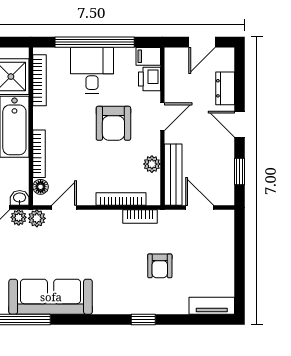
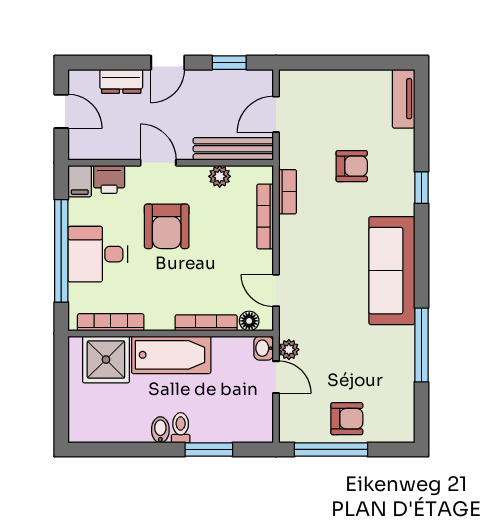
armchair: (113, 123) -> (167, 226), turned 90
plant: (37, 218) -> (290, 326), removed
sofa: (51, 297) -> (392, 271), moved

